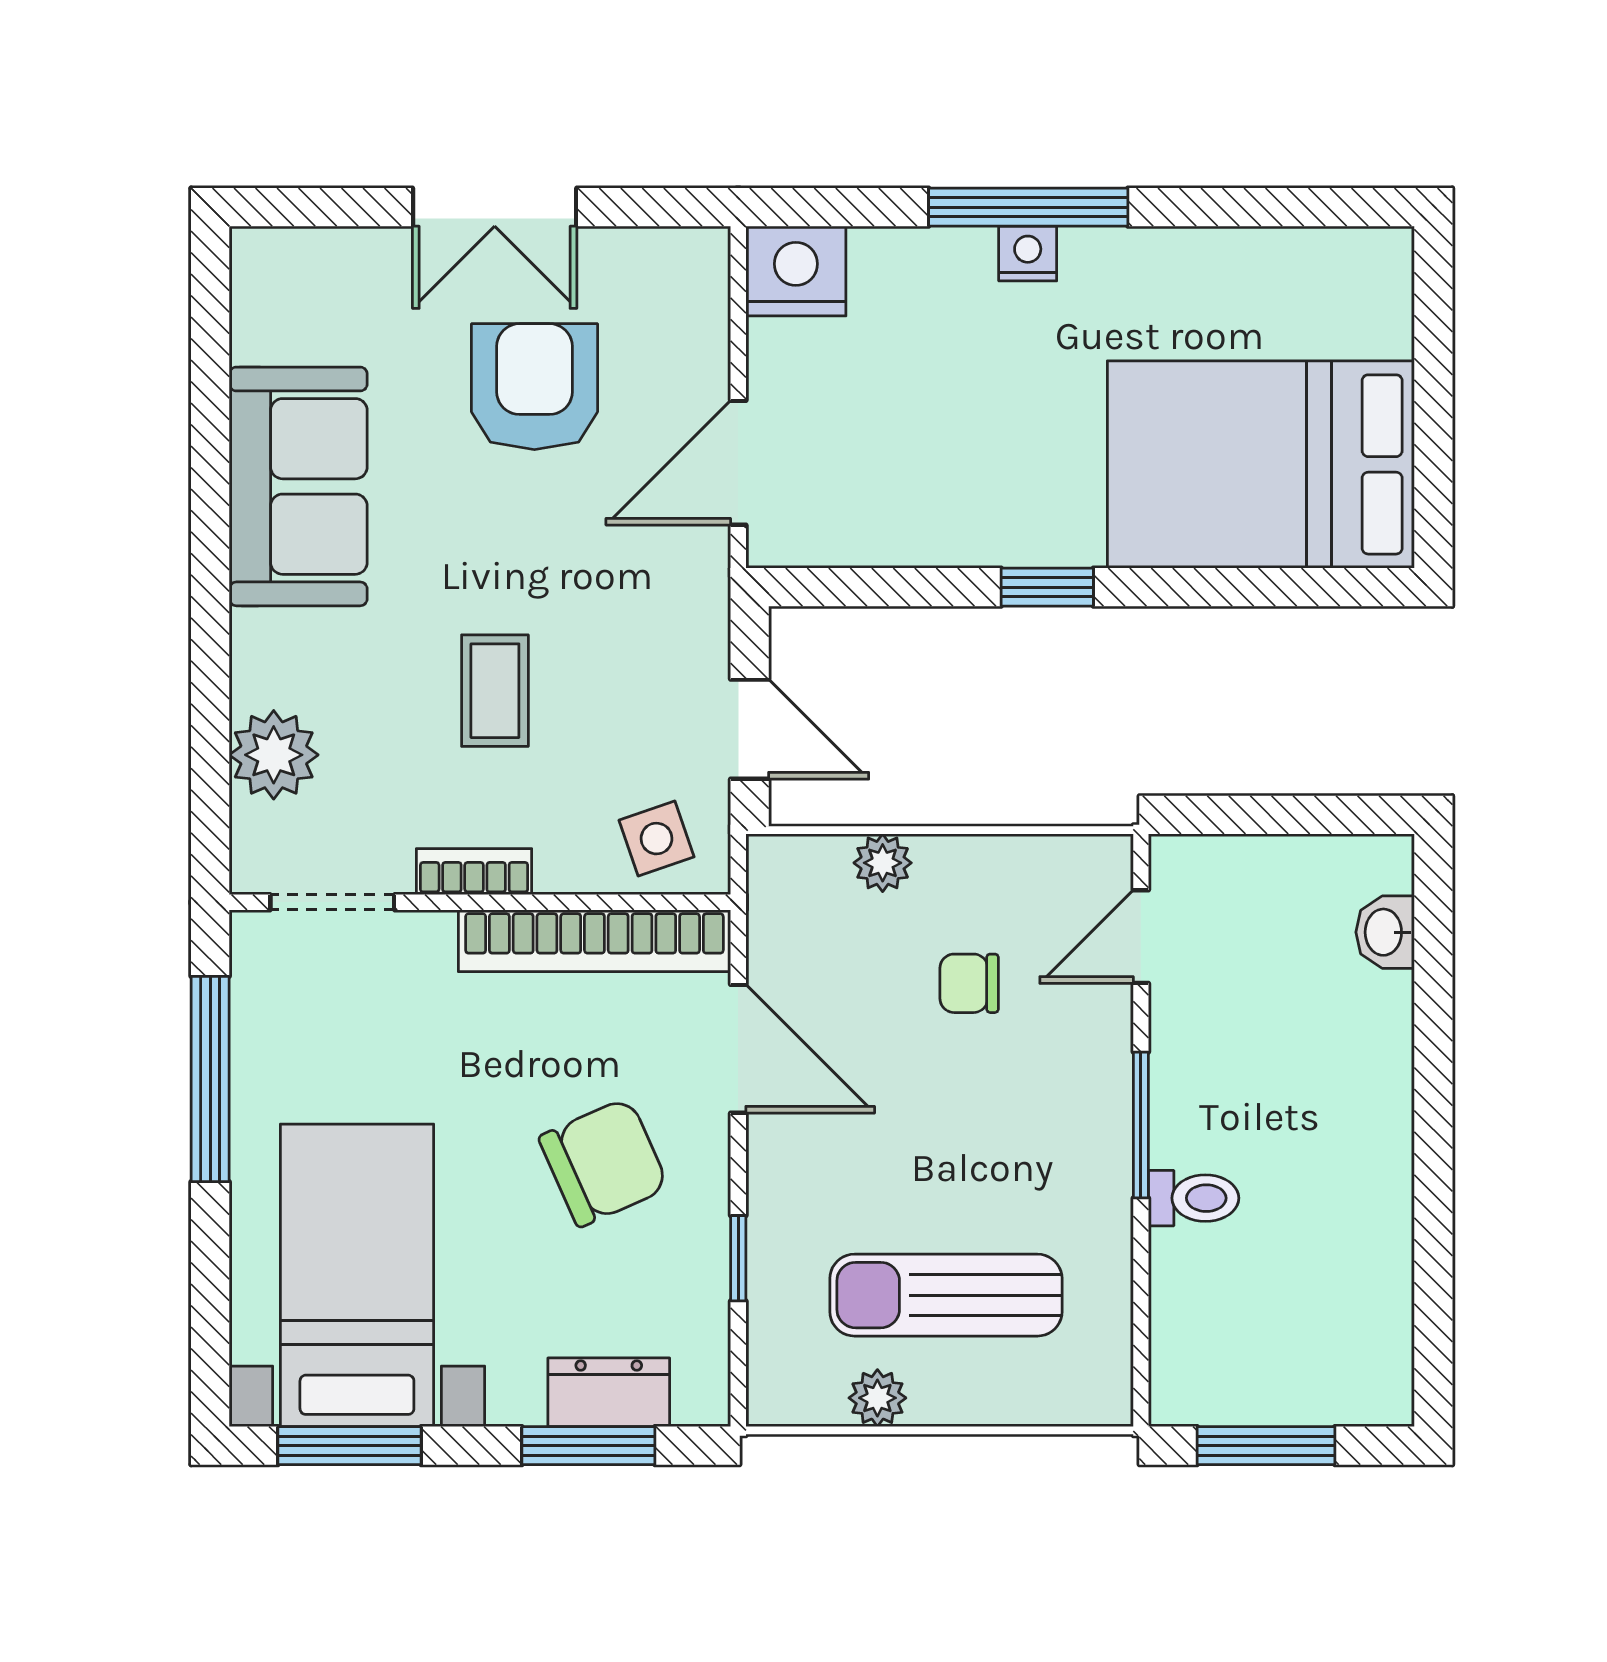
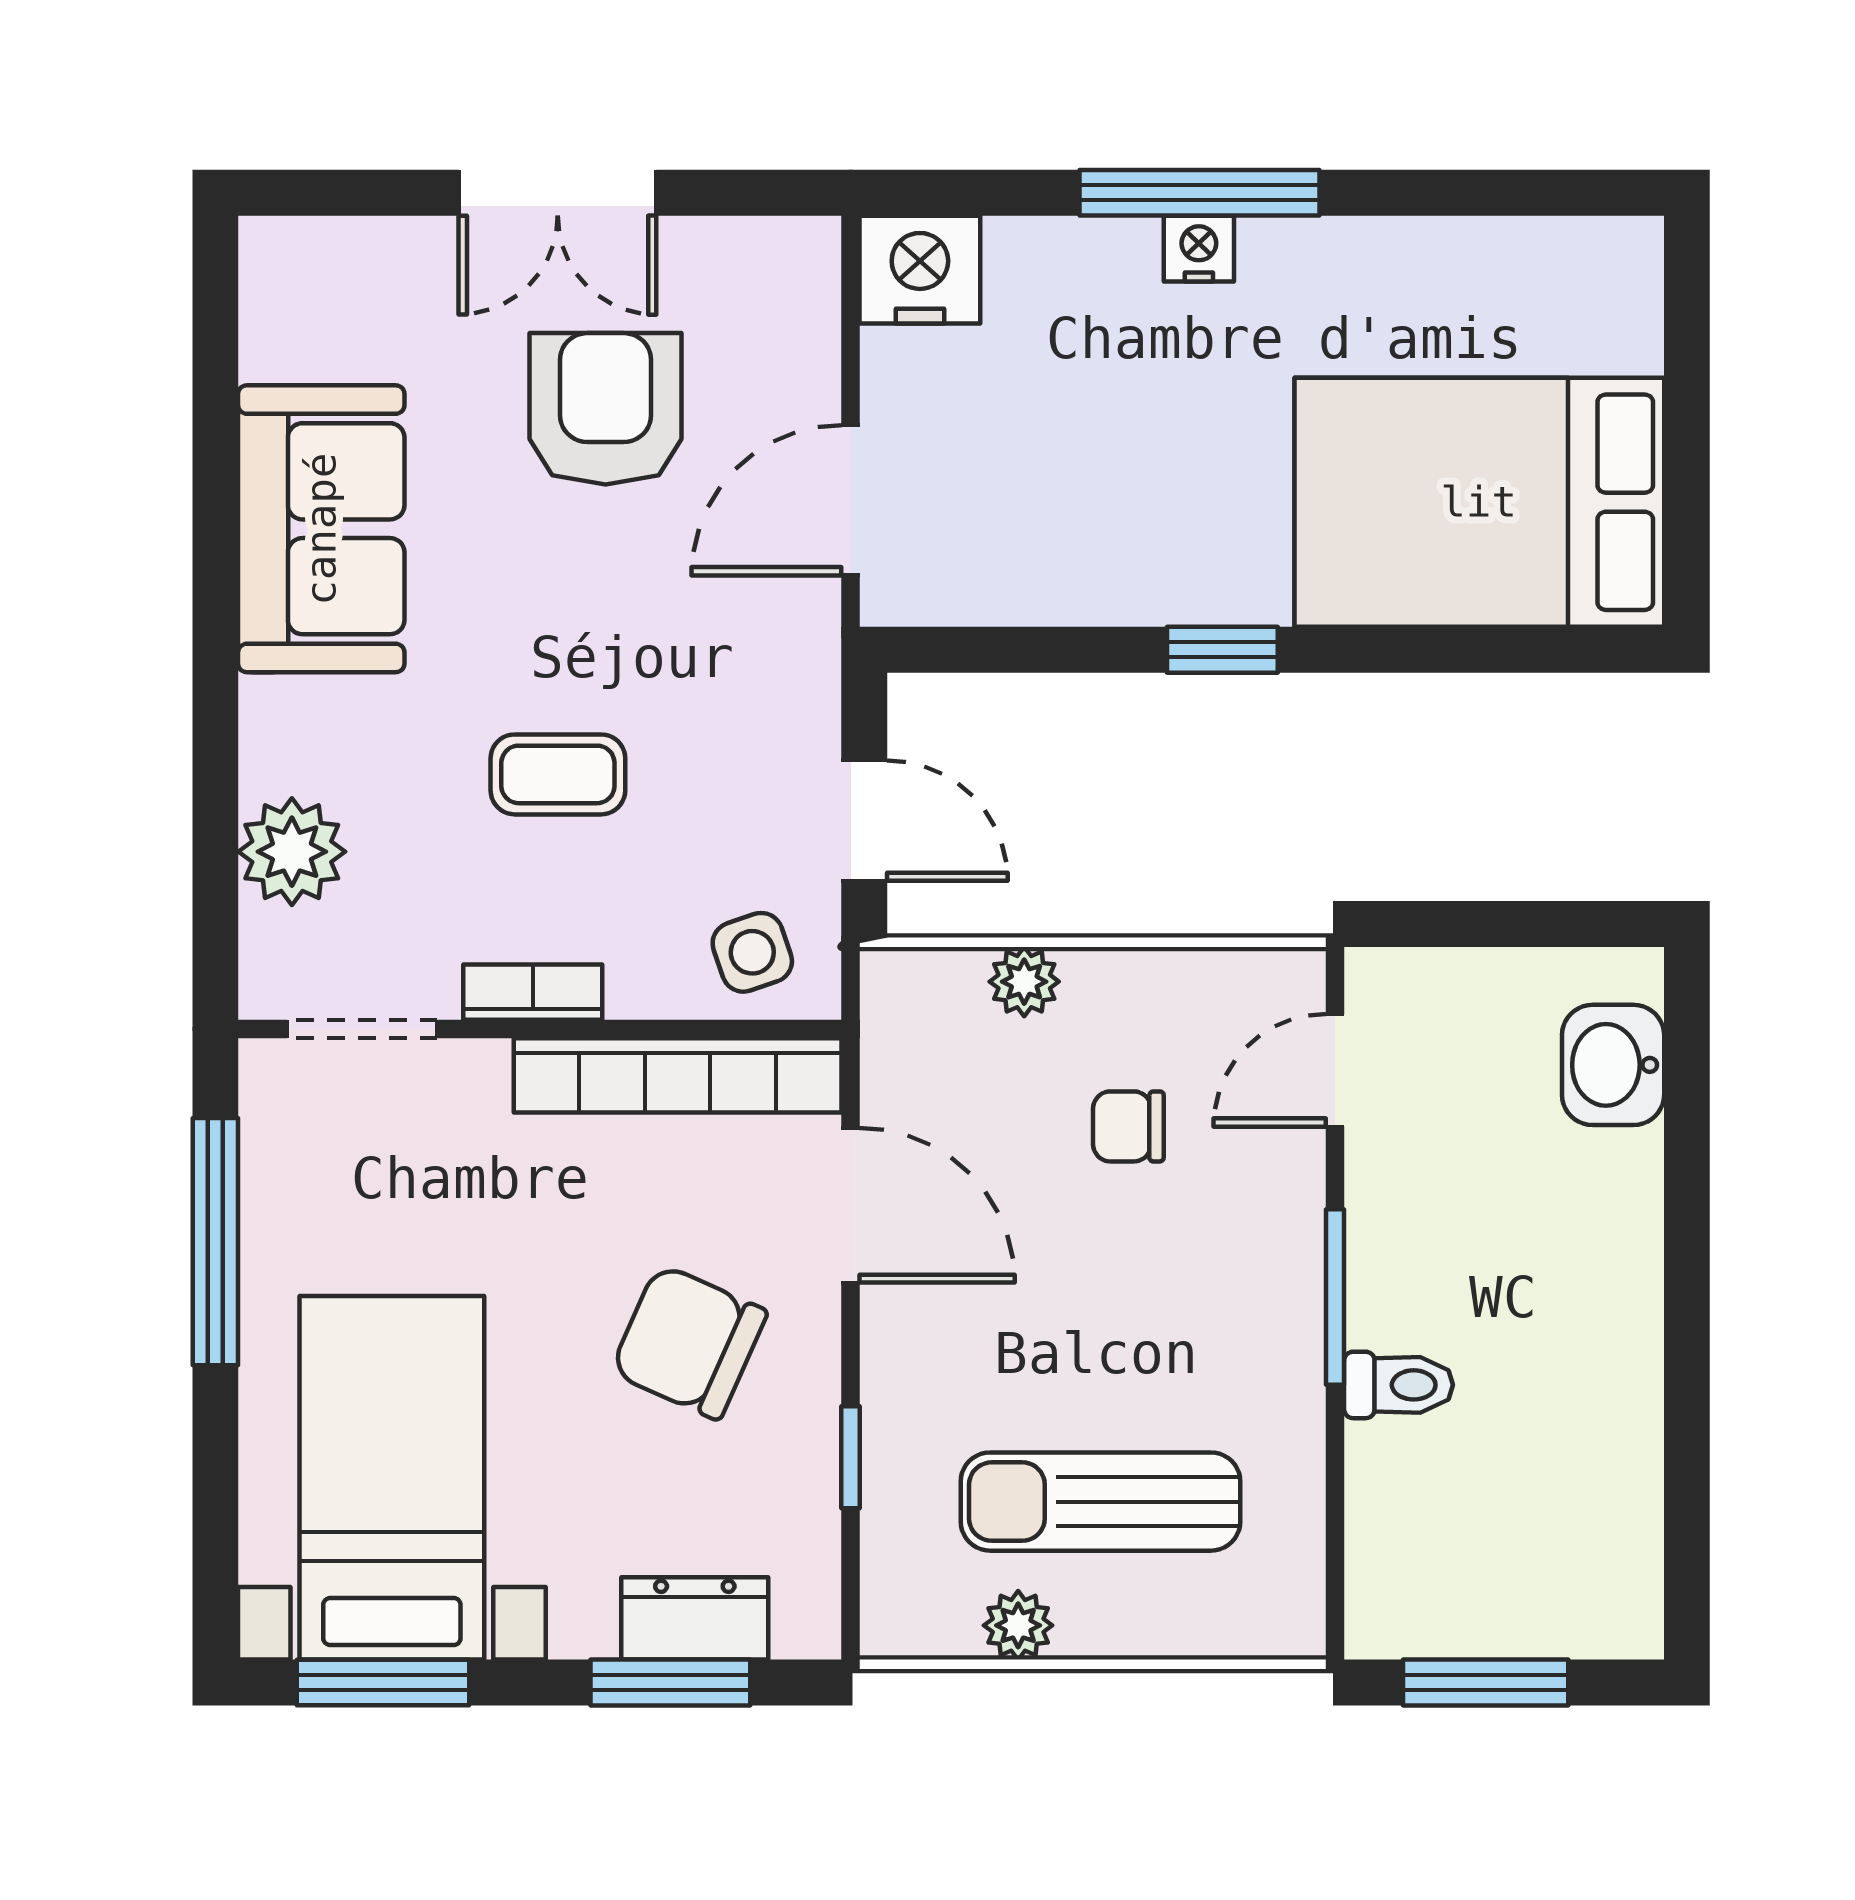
coffee table: (495, 691) -> (558, 774), turned 90
washbasin: (1385, 932) -> (1613, 1065), width x1.38, depth x1.45
chair: (604, 1162) -> (689, 1342), turned -132

